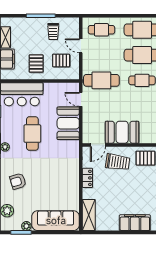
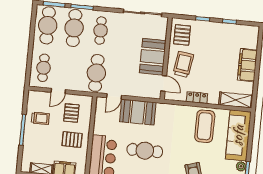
coffee table: (61, 188) -> (205, 126), added
filing cabinet: (135, 223) -> (247, 65), moved

